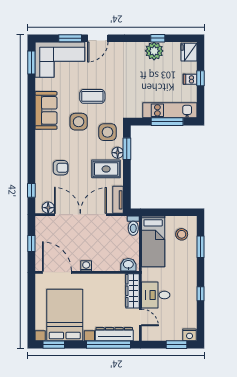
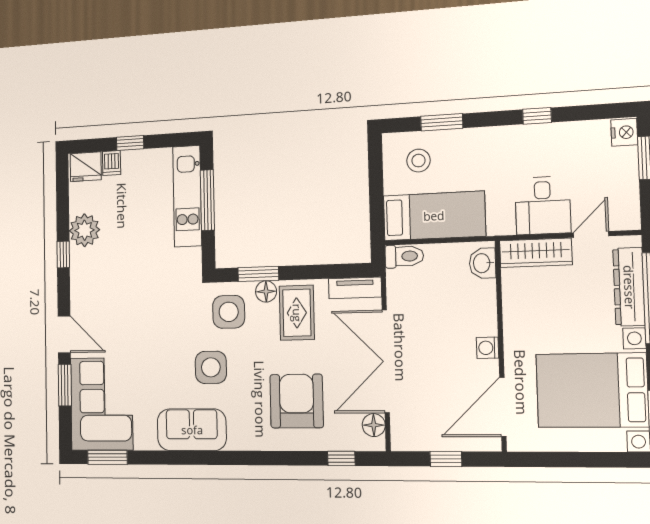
window: (158, 38) -> (63, 254), moved
dishwasher: (190, 79) -> (112, 163), moved
coffee table: (92, 96) -> (165, 342), removed
armchair: (61, 168) -> (297, 401), width x1.88, depth x1.88

